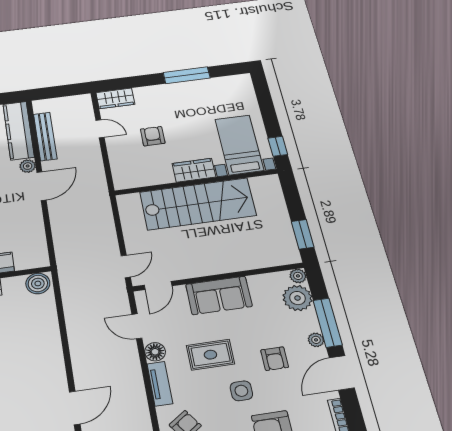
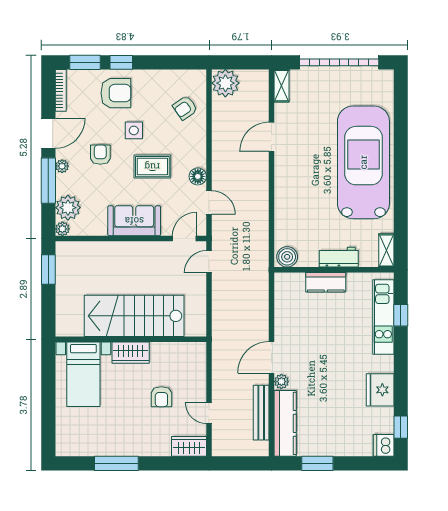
window: (278, 146) -> (48, 367), removed
tv unit: (160, 384) -> (199, 147), removed

